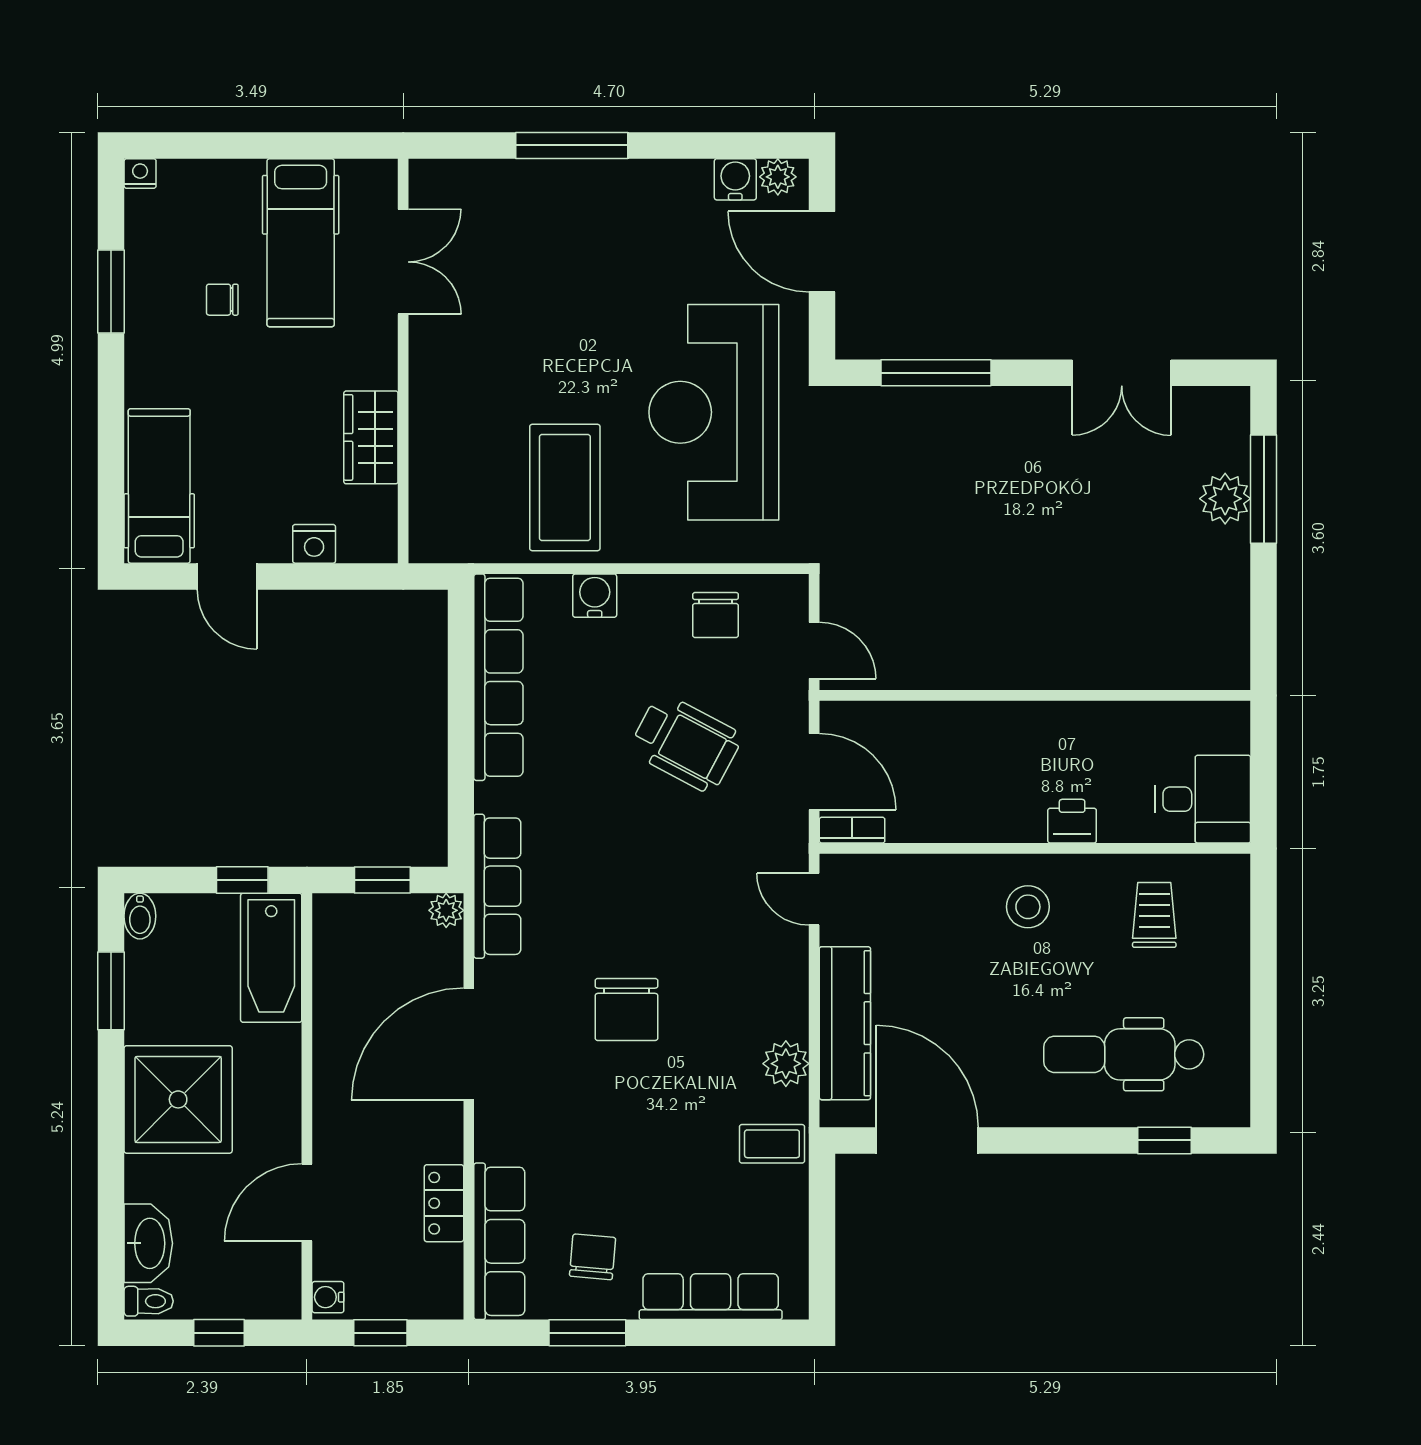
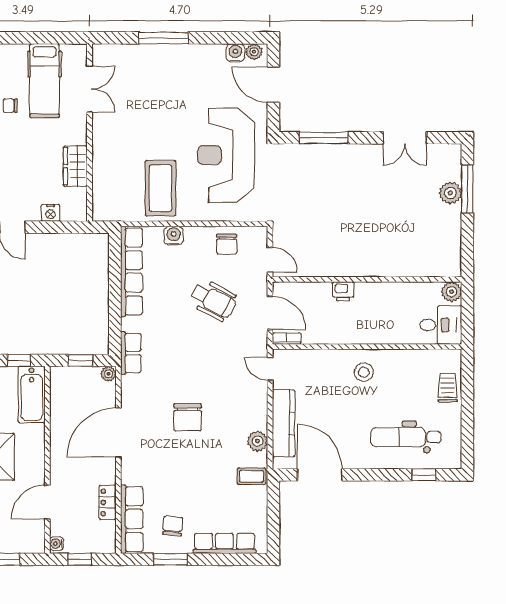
plant: (1228, 723) -> (452, 292), added
printer: (1072, 821) -> (343, 291), moved, turned 180
row of seats: (497, 886) -> (131, 353), width x0.68
trolley: (1154, 915) -> (448, 388), moved

